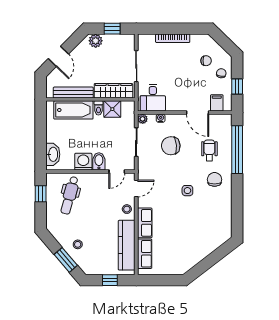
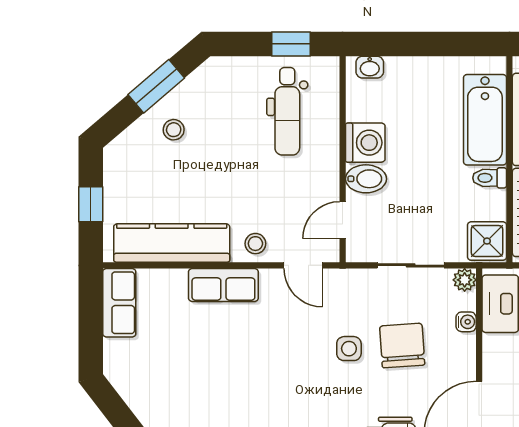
shower: (112, 109) -> (487, 241), moved
washbasin: (53, 154) -> (370, 67), width x0.52, depth x0.69
door: (117, 171) -> (343, 220), hinge flipped
side table: (187, 191) -> (349, 349), moved
dental chair: (70, 195) -> (287, 111), turned -105
row of seats: (145, 254) -> (119, 303), moved, turned -90
window: (66, 260) -> (156, 86), moved

